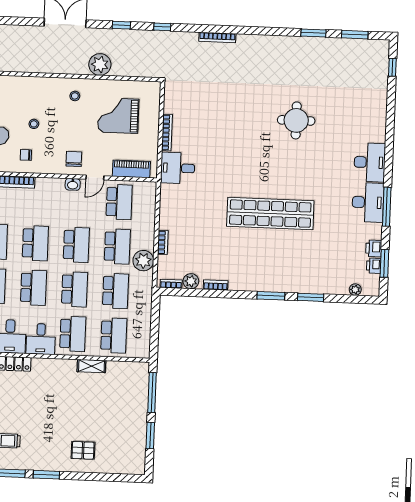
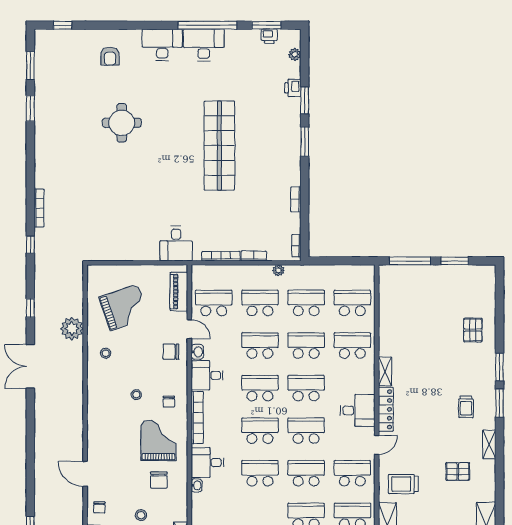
window: (162, 27) -> (30, 245), moved
armchair: (361, 112) -> (110, 56), added
grand piano: (118, 116) -> (124, 307), turned -109
bookcase: (167, 133) -> (221, 256), moved
window: (387, 207) -> (207, 25), width x1.46
printer: (374, 248) -> (293, 88), moved, turned 90
plant: (143, 261) -> (278, 270), width x0.53, depth x0.53
plant: (191, 281) -> (293, 225), removed
desk: (41, 339) -> (207, 375), moved, turned 180
shelving: (91, 366) -> (385, 371), moved

